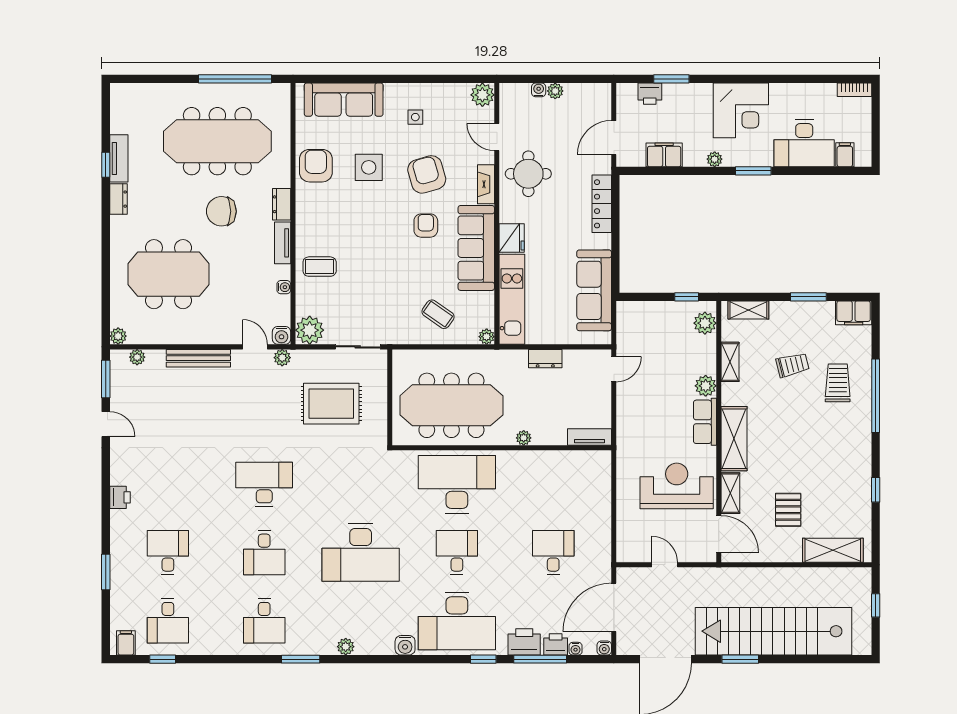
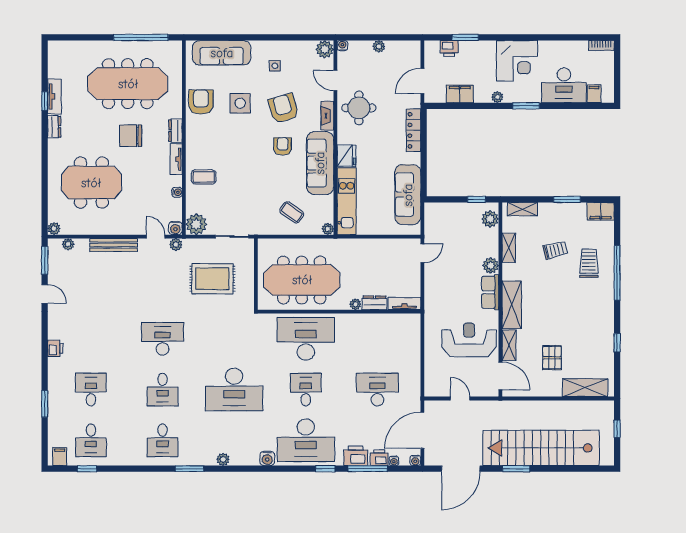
water cooler: (539, 90) -> (342, 46), moved
dresser: (545, 359) -> (374, 303), moved, turned 180
desk: (553, 553) -> (377, 390), width x1.37

